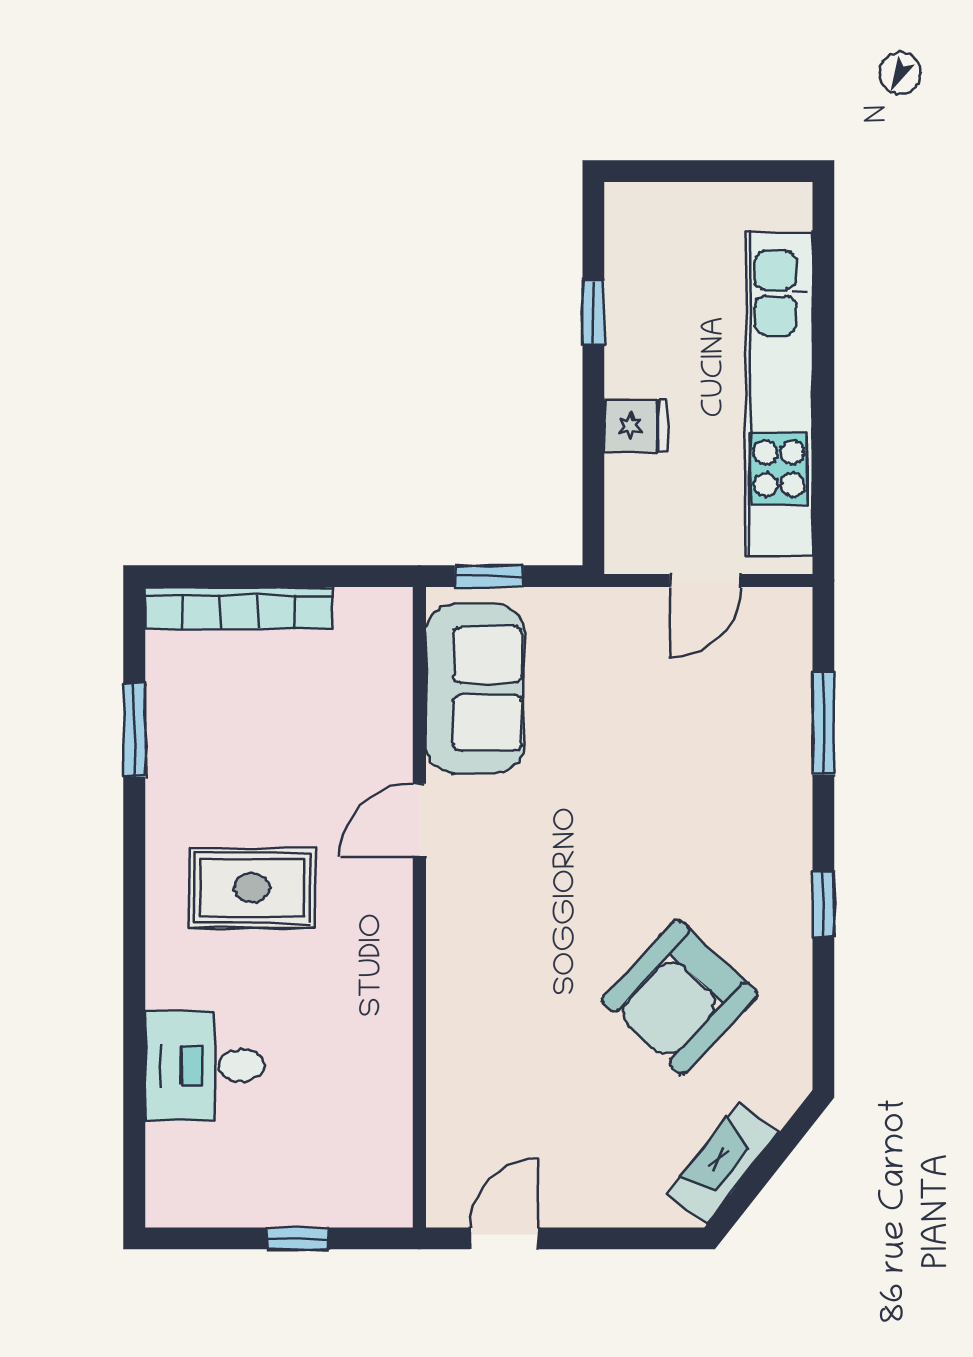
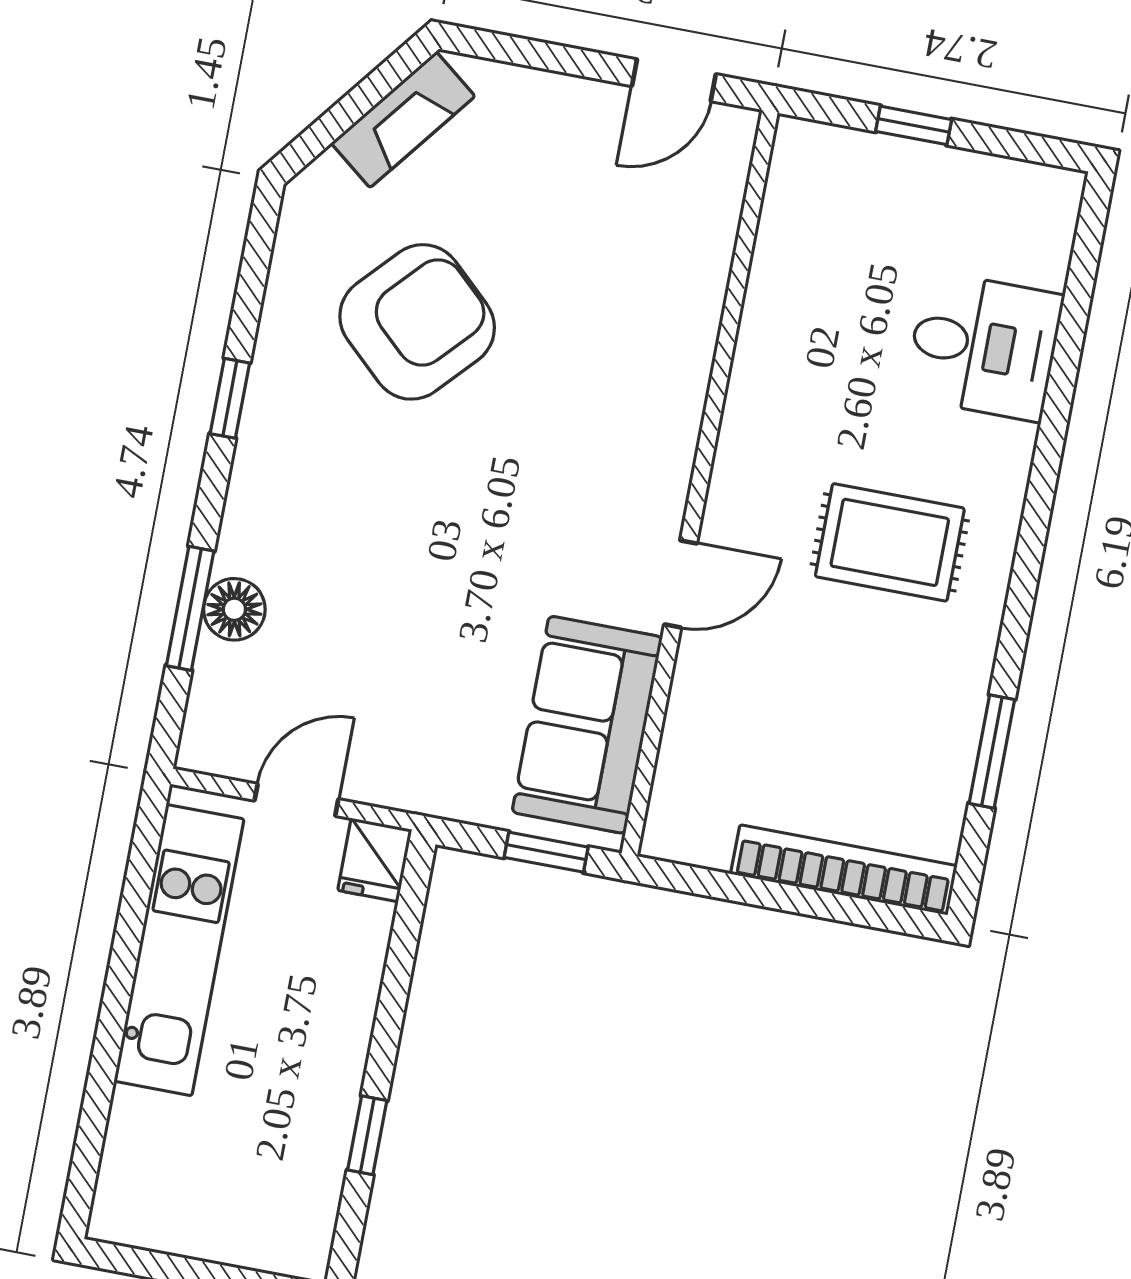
kitchen unit: (779, 394) -> (179, 950), width x0.73
fridge: (635, 426) -> (375, 860), moved, turned -90
floor lamp: (787, 729) -> (234, 609), added

